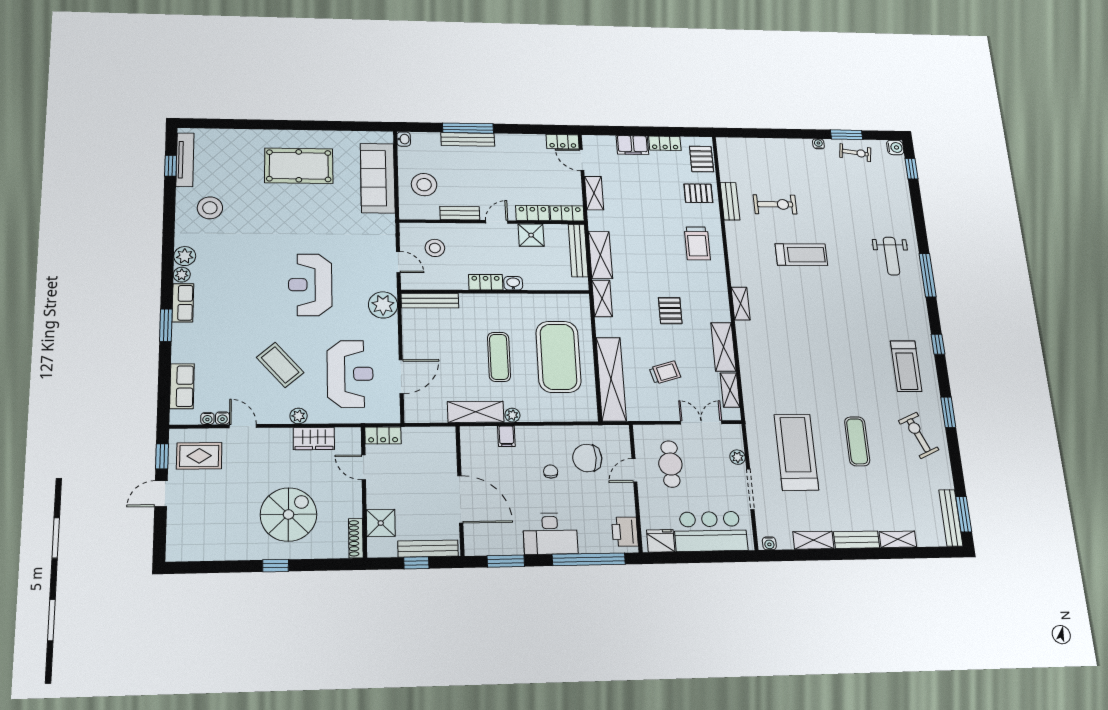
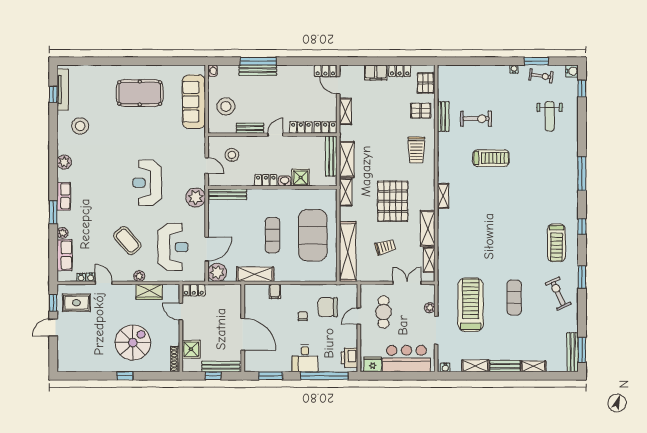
shower: (531, 235) -> (301, 178), moved
weight bench: (891, 256) -> (550, 116), moved
plant: (182, 275) -> (63, 233), moved
pallet: (670, 311) -> (393, 201), width x2.05, depth x2.00
plant: (512, 415) -> (217, 272), moved, width x1.88, depth x1.88
desk: (550, 534) -> (305, 358), width x0.73

